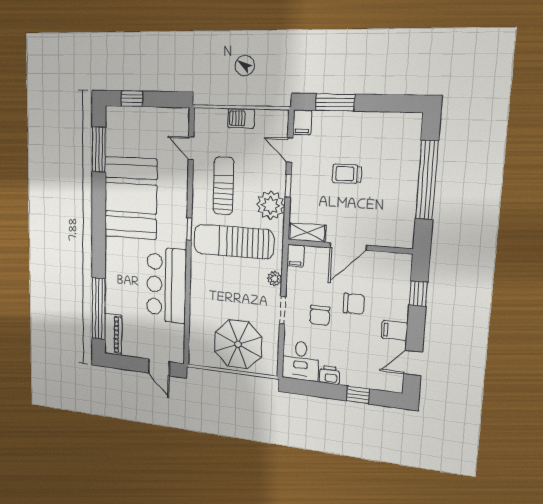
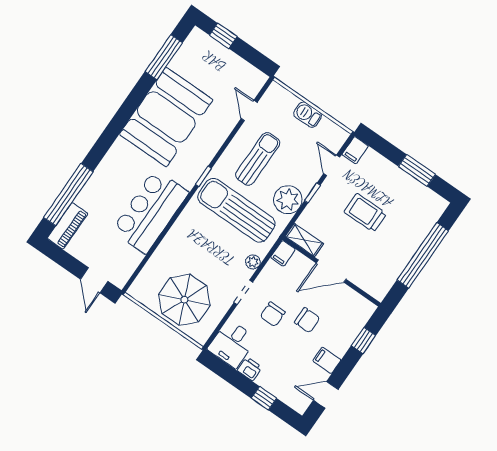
window: (335, 102) -> (417, 170), moved
trolley: (347, 174) -> (365, 213), width x1.36, depth x1.39

